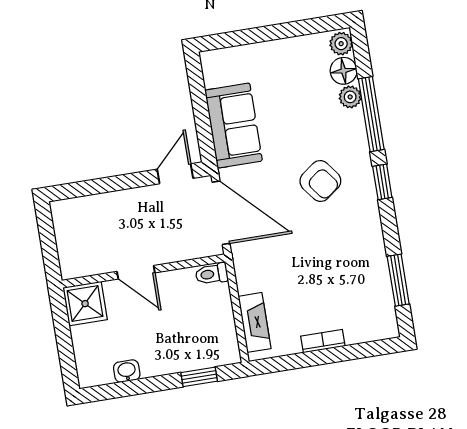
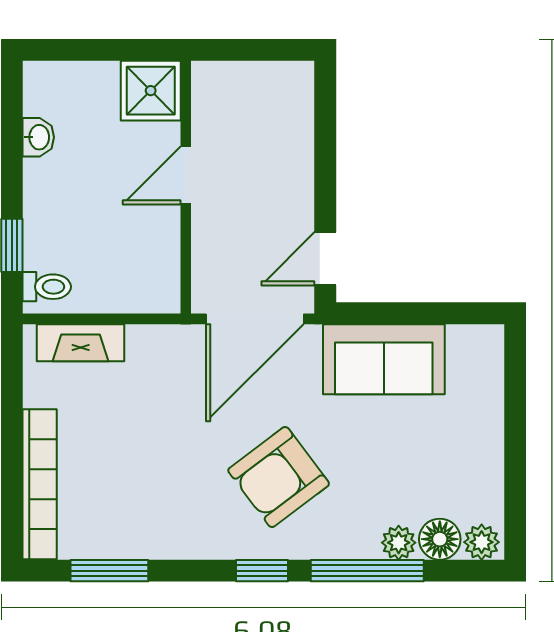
door: (175, 174) -> (325, 259), swing flipped
armchair: (320, 181) -> (279, 477), width x1.38, depth x1.38
toilet: (212, 274) -> (47, 287), moved, turned 90
bookcase: (323, 341) -> (40, 484), width x2.31, depth x1.31

